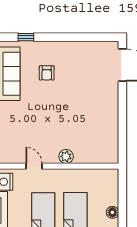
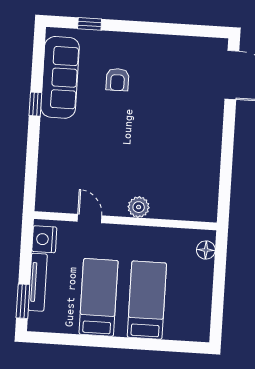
floor lamp: (112, 212) -> (206, 250), moved

